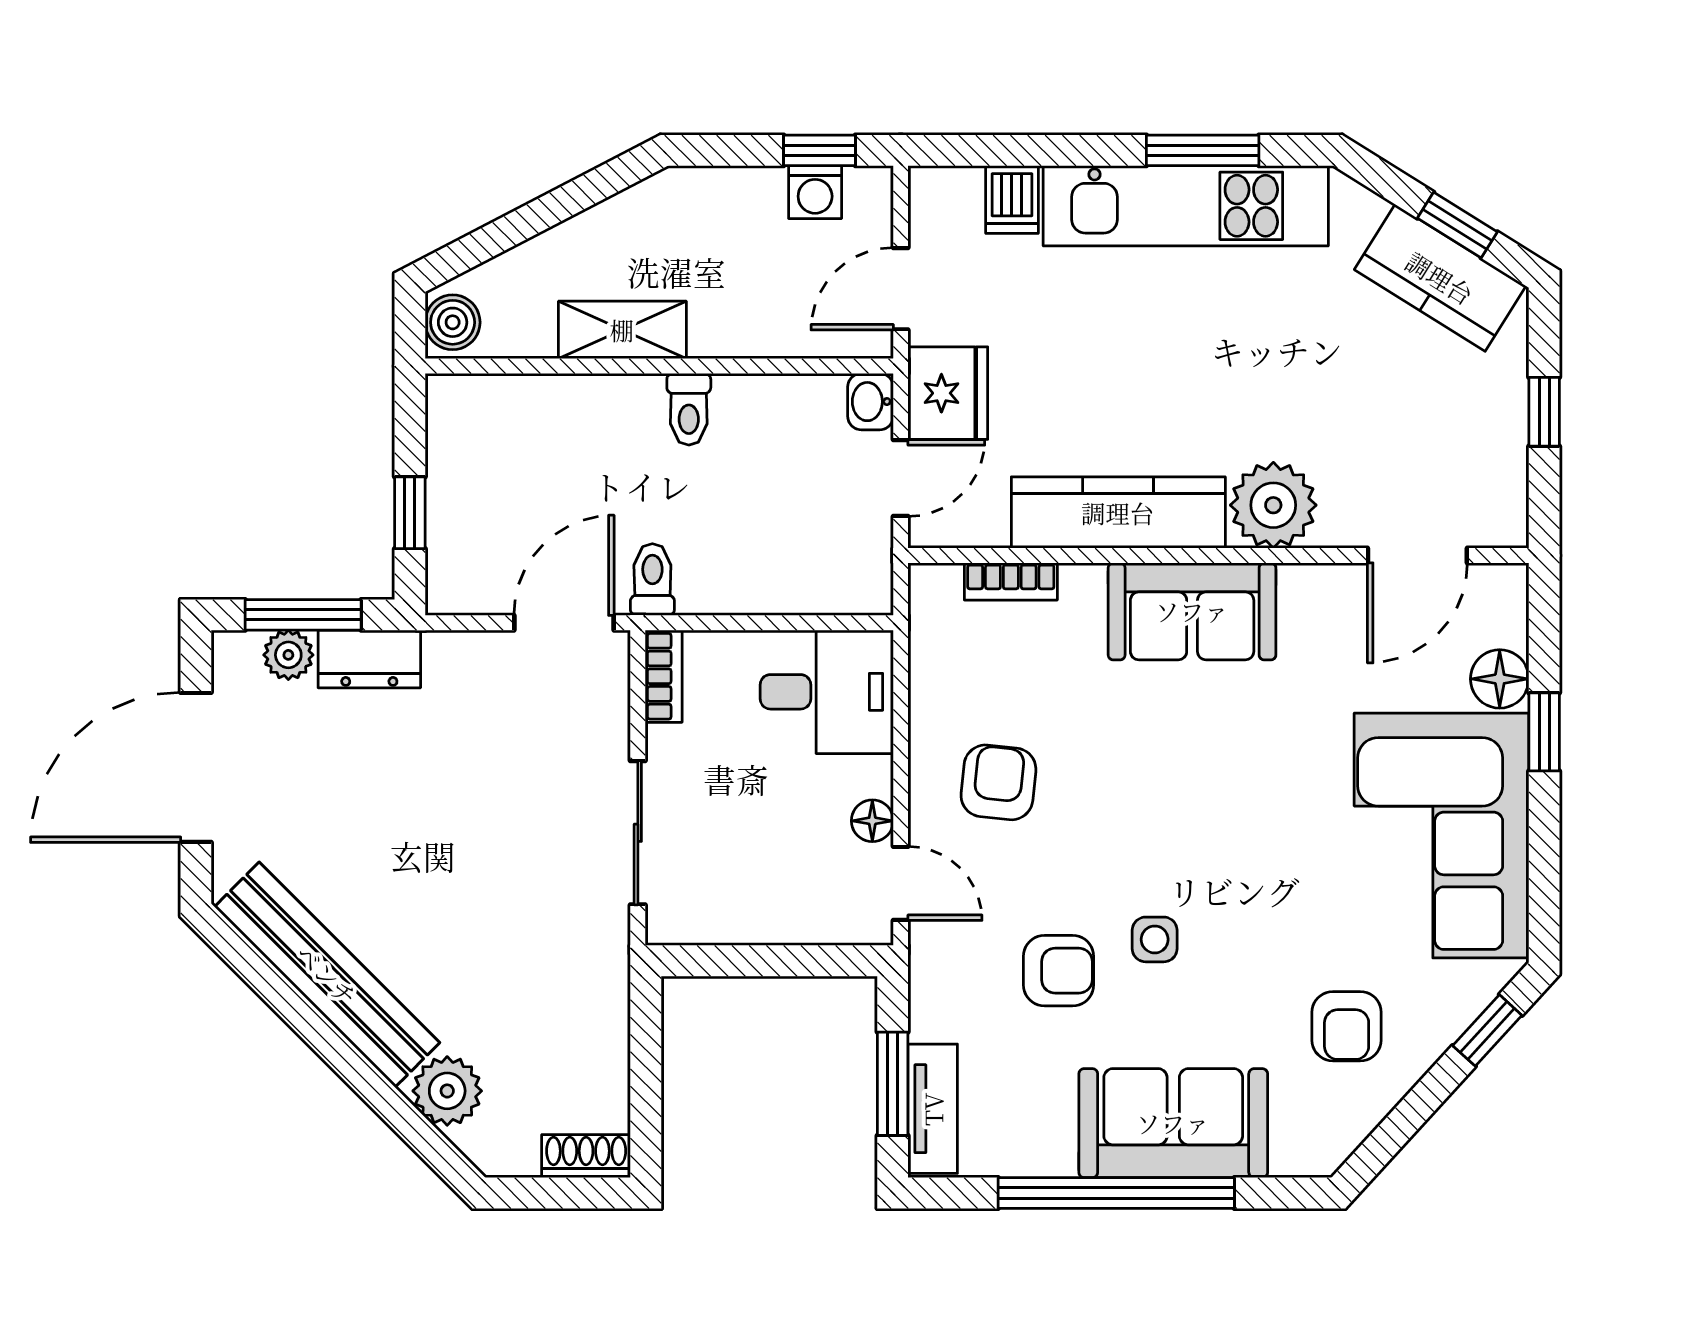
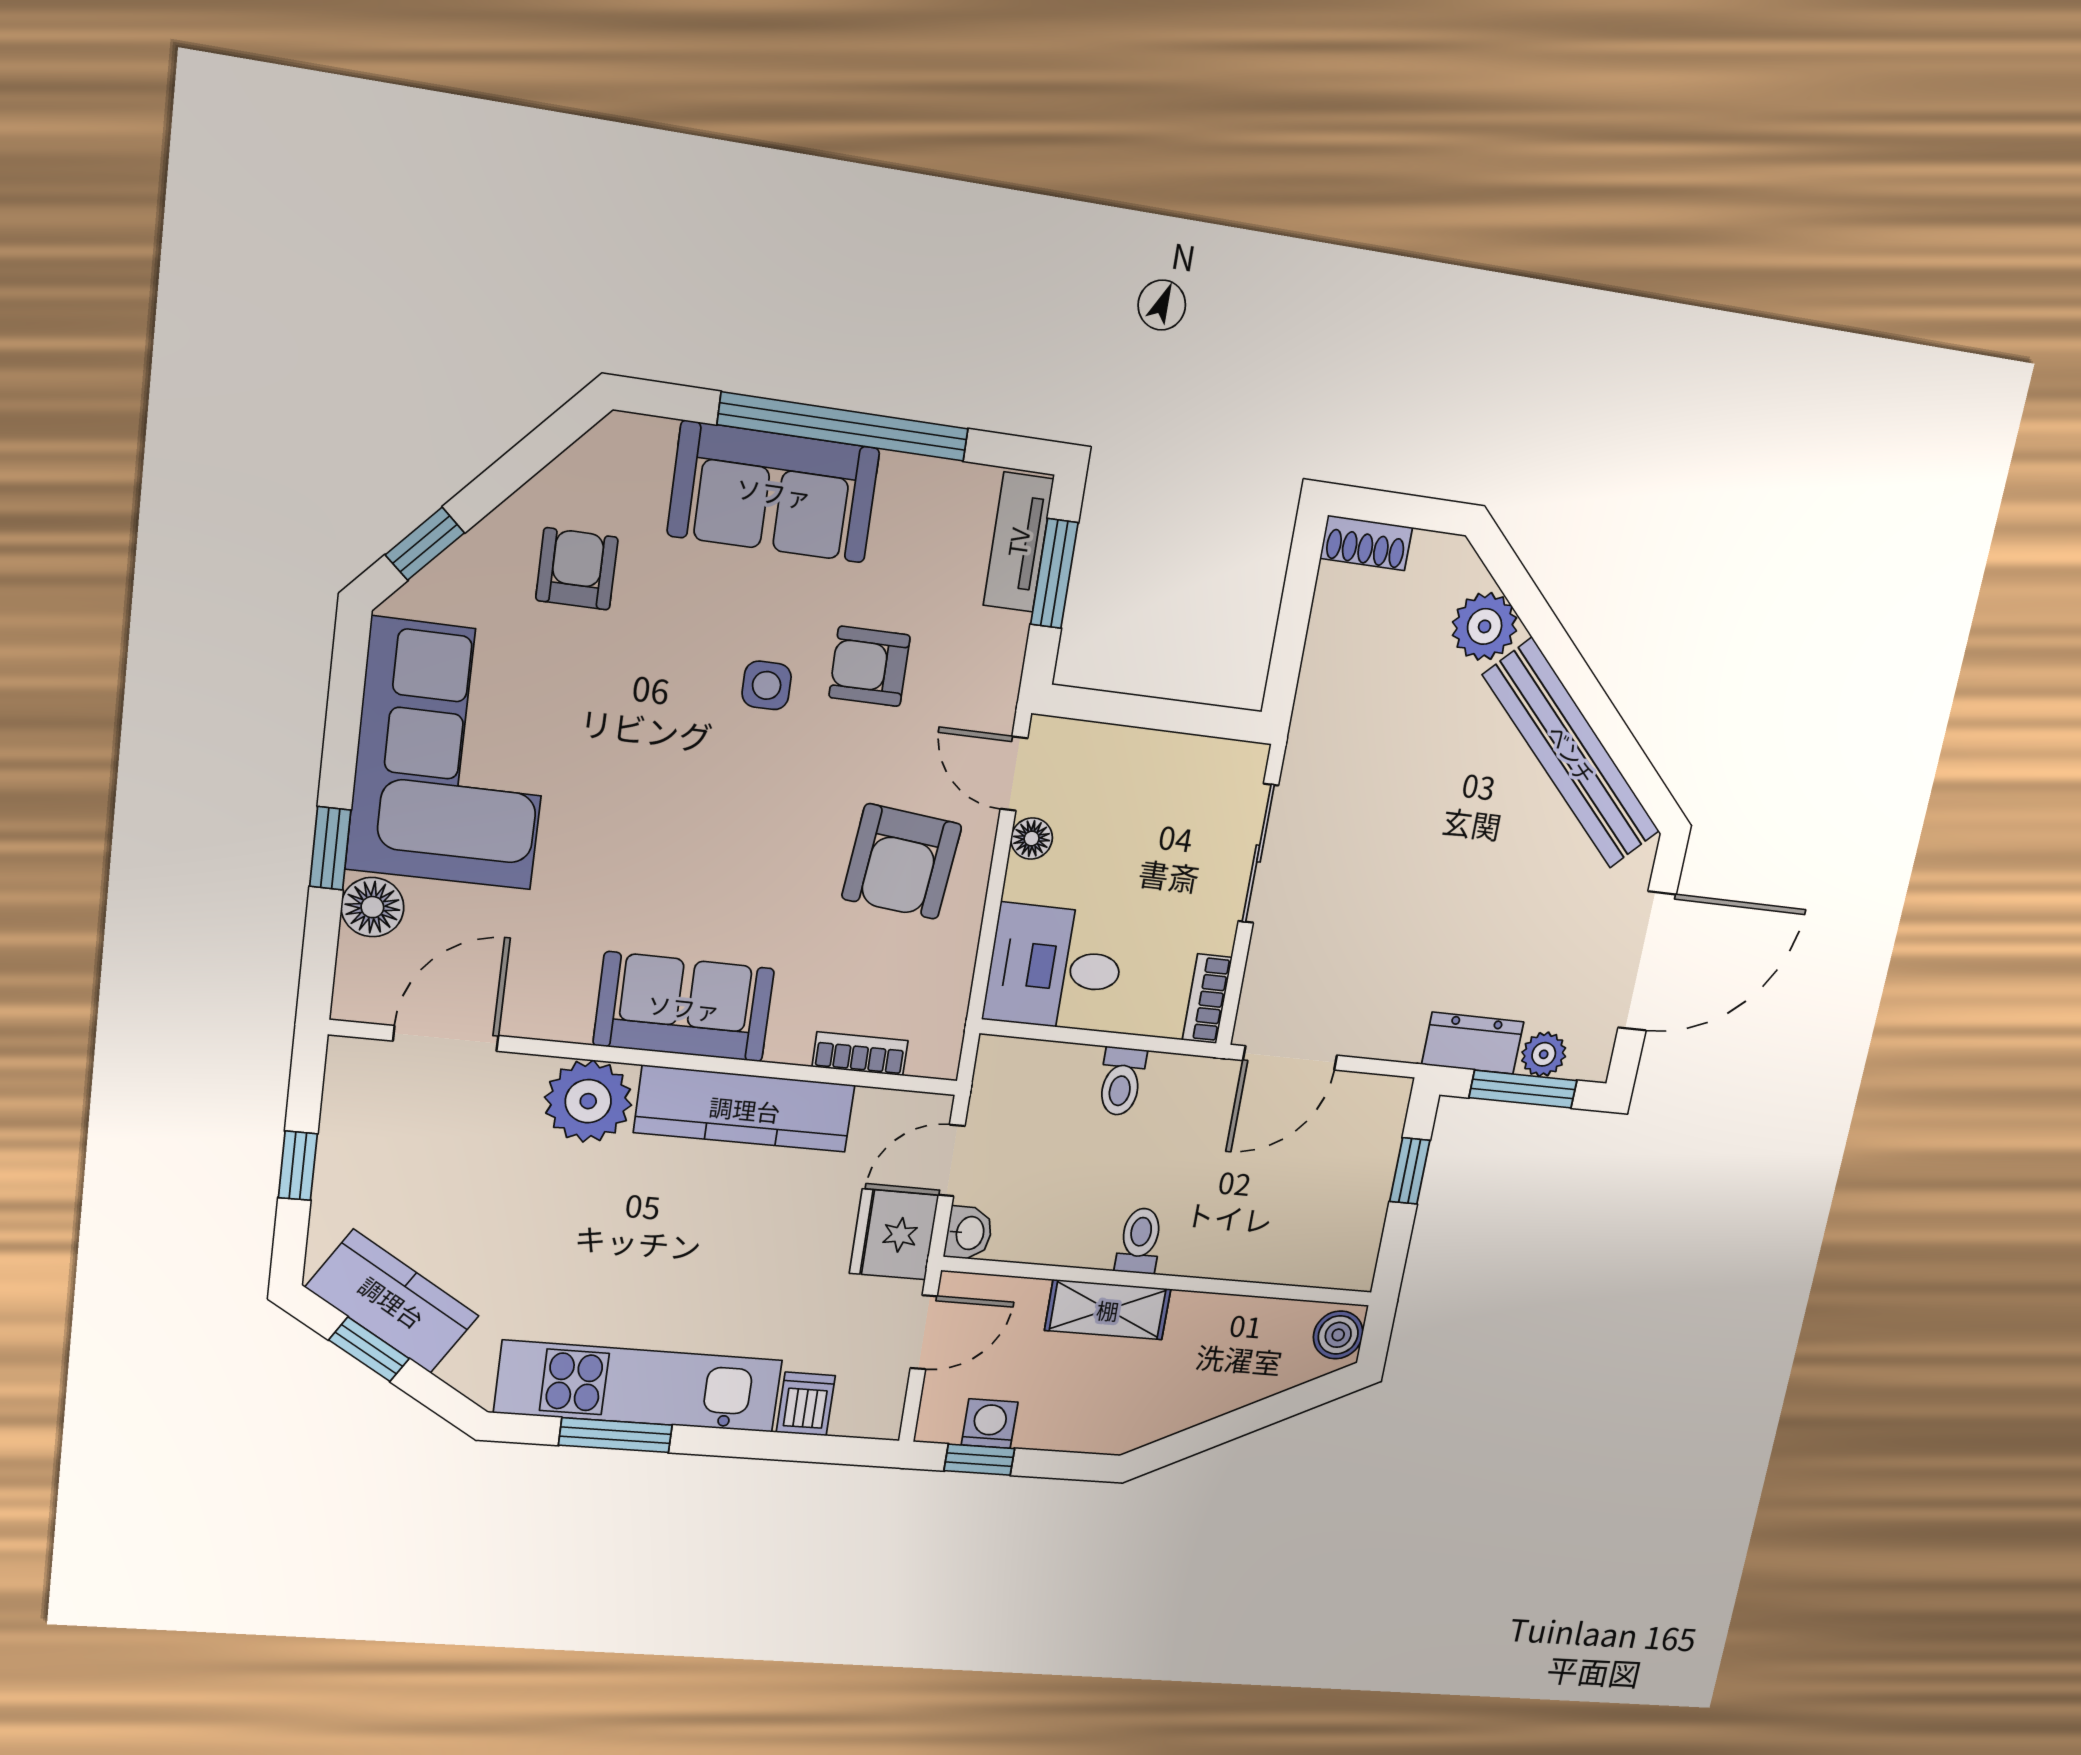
shelving: (622, 330) -> (1108, 1310), moved
toilet: (652, 580) -> (1121, 1081), moved
armchair: (998, 782) -> (902, 862), width x1.38, depth x1.38

